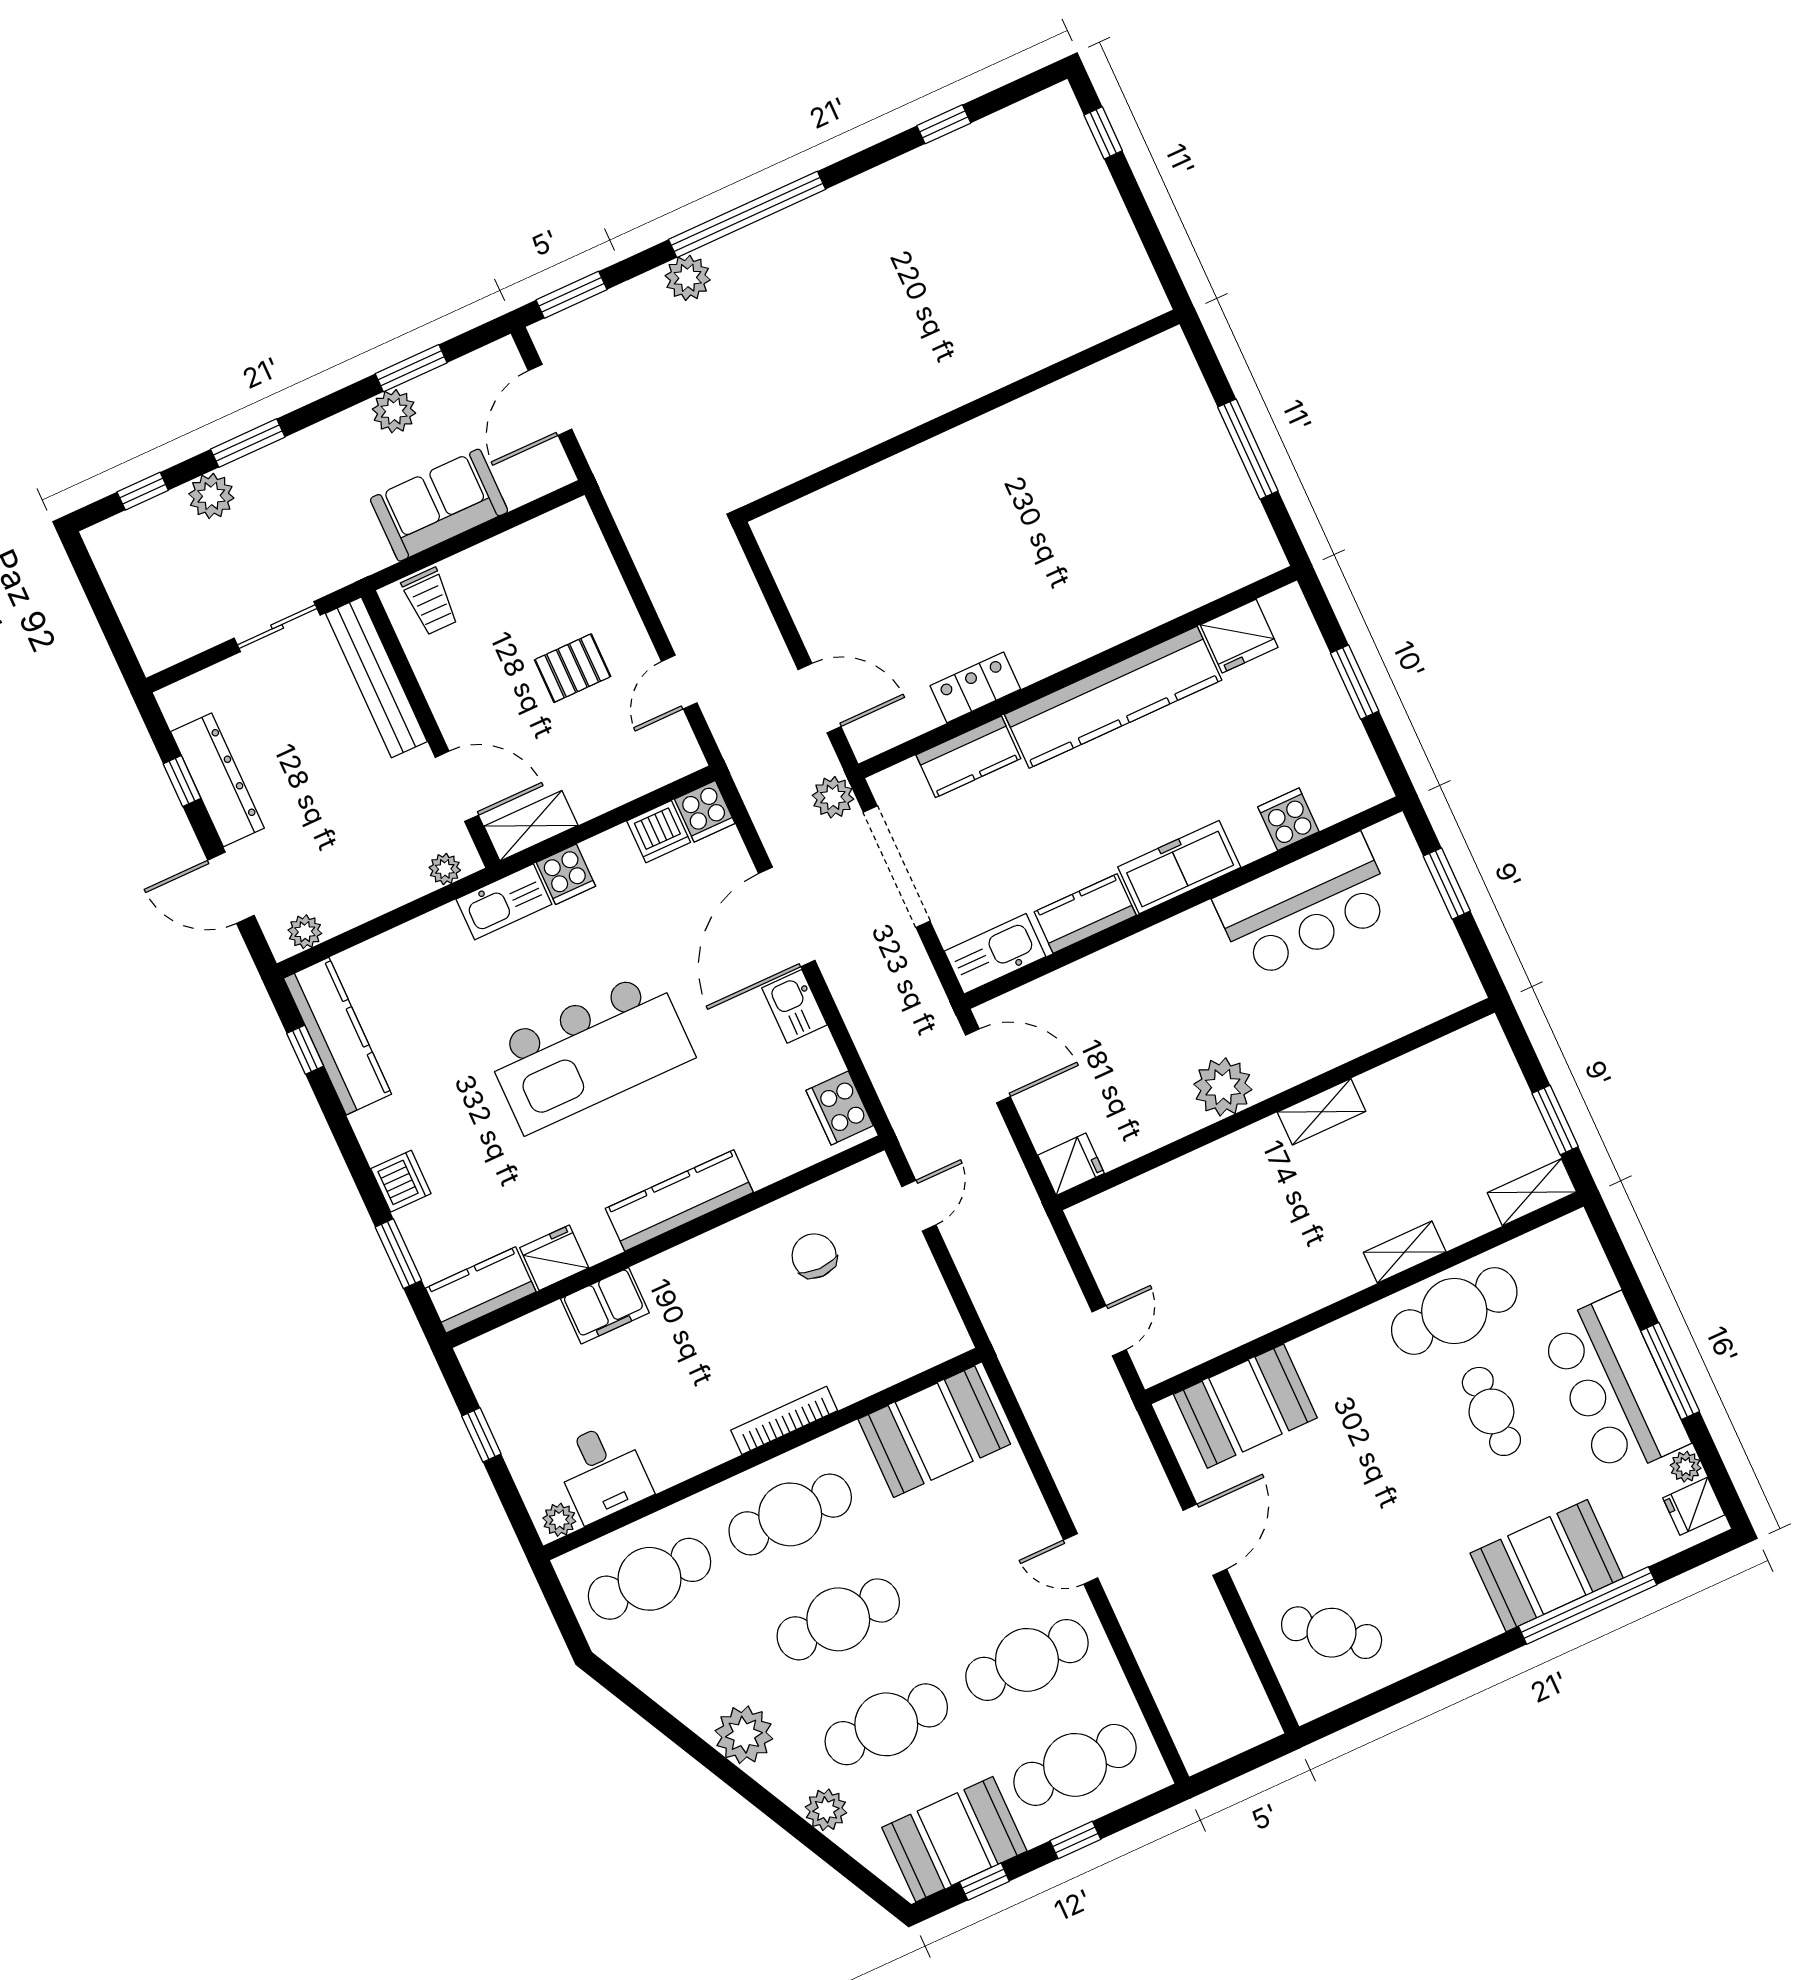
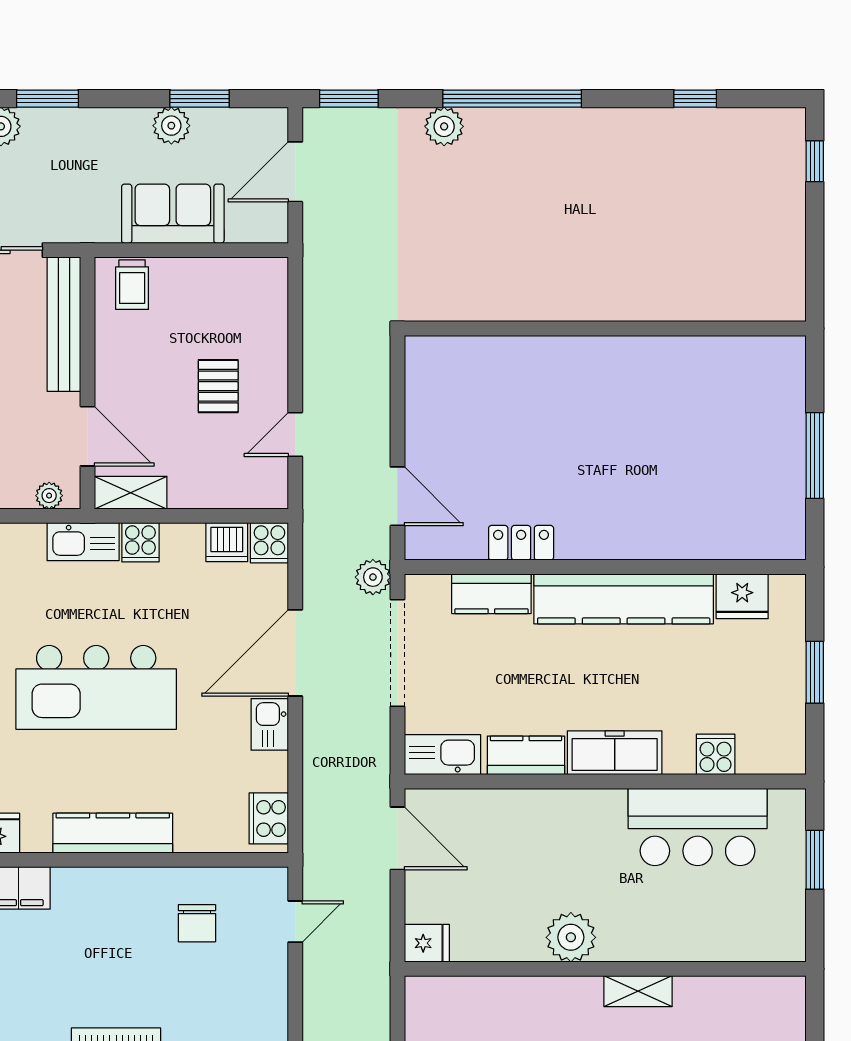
pallet: (573, 668) -> (218, 386), turned 90
chair: (814, 1256) -> (197, 923), turned 180

